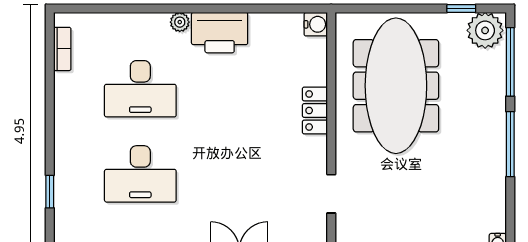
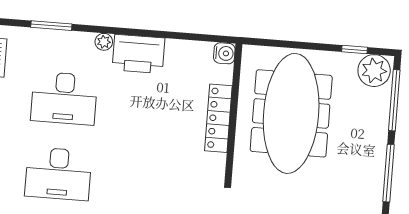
window: (119, 9) -> (51, 26), added
locker: (315, 110) -> (218, 118), width x1.53

